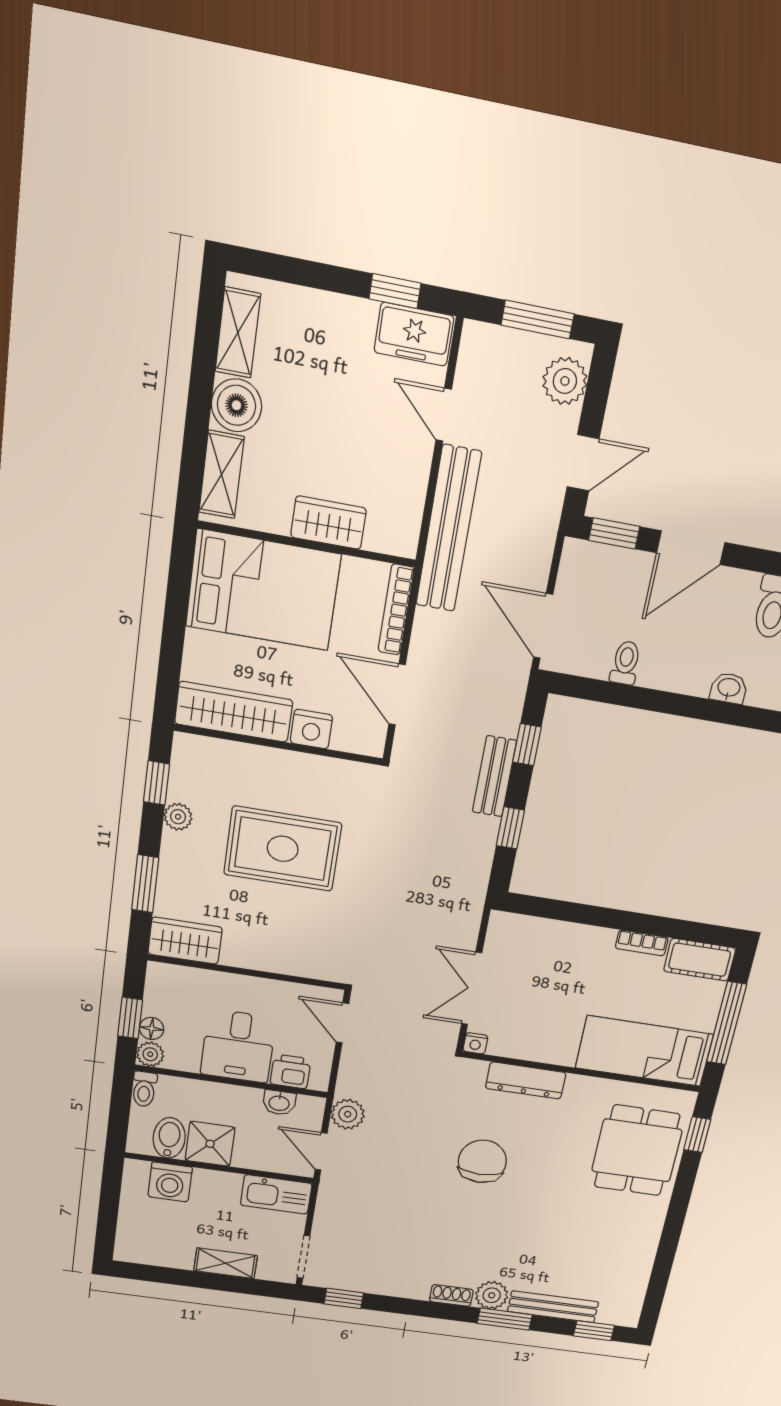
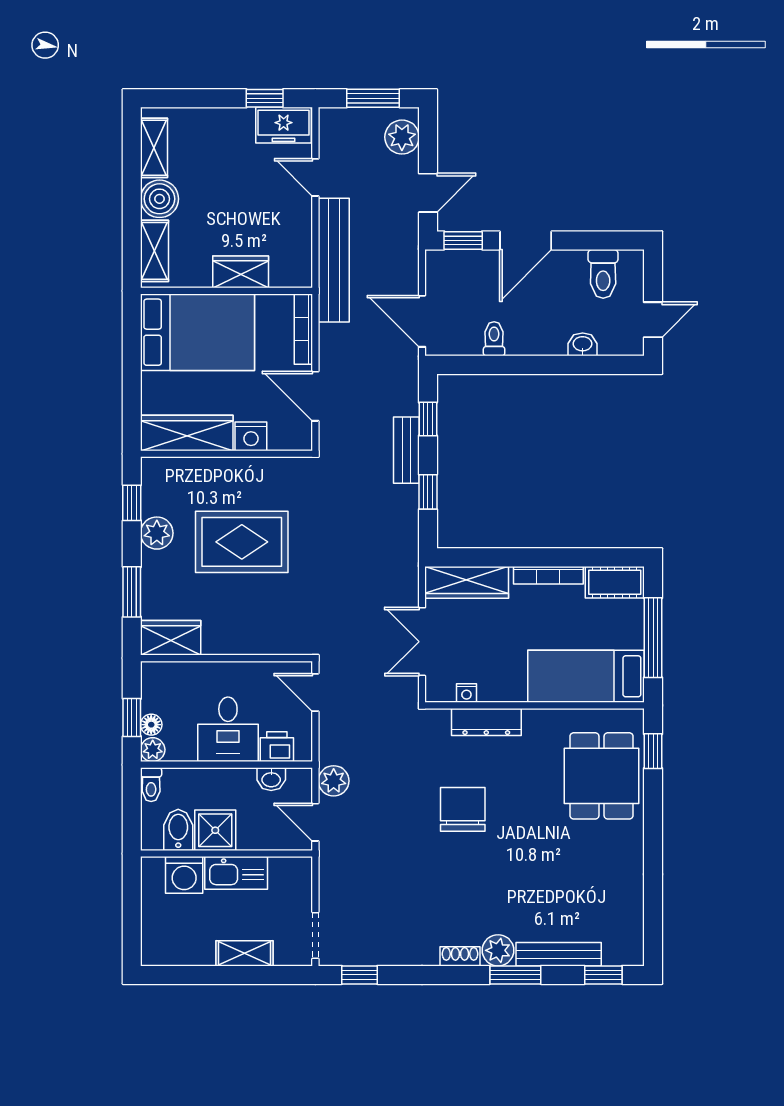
plant: (178, 817) -> (157, 533), width x1.38, depth x1.38
wardrobe: (534, 934) -> (467, 582), added
bookcase: (642, 943) -> (548, 575), width x1.56
nightstand: (475, 1043) -> (466, 693), moved
kitchen sink: (276, 1194) -> (236, 873), moved

